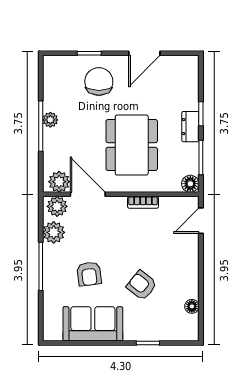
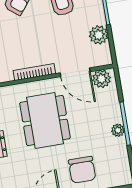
bookcase: (143, 202) -> (34, 72), width x1.56
plant: (57, 206) -> (100, 58), removed

